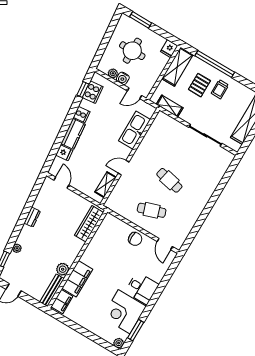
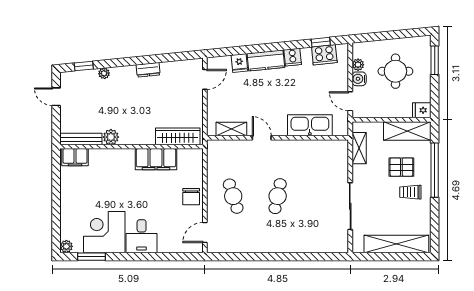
filing cabinet: (77, 279) -> (156, 159), moved

